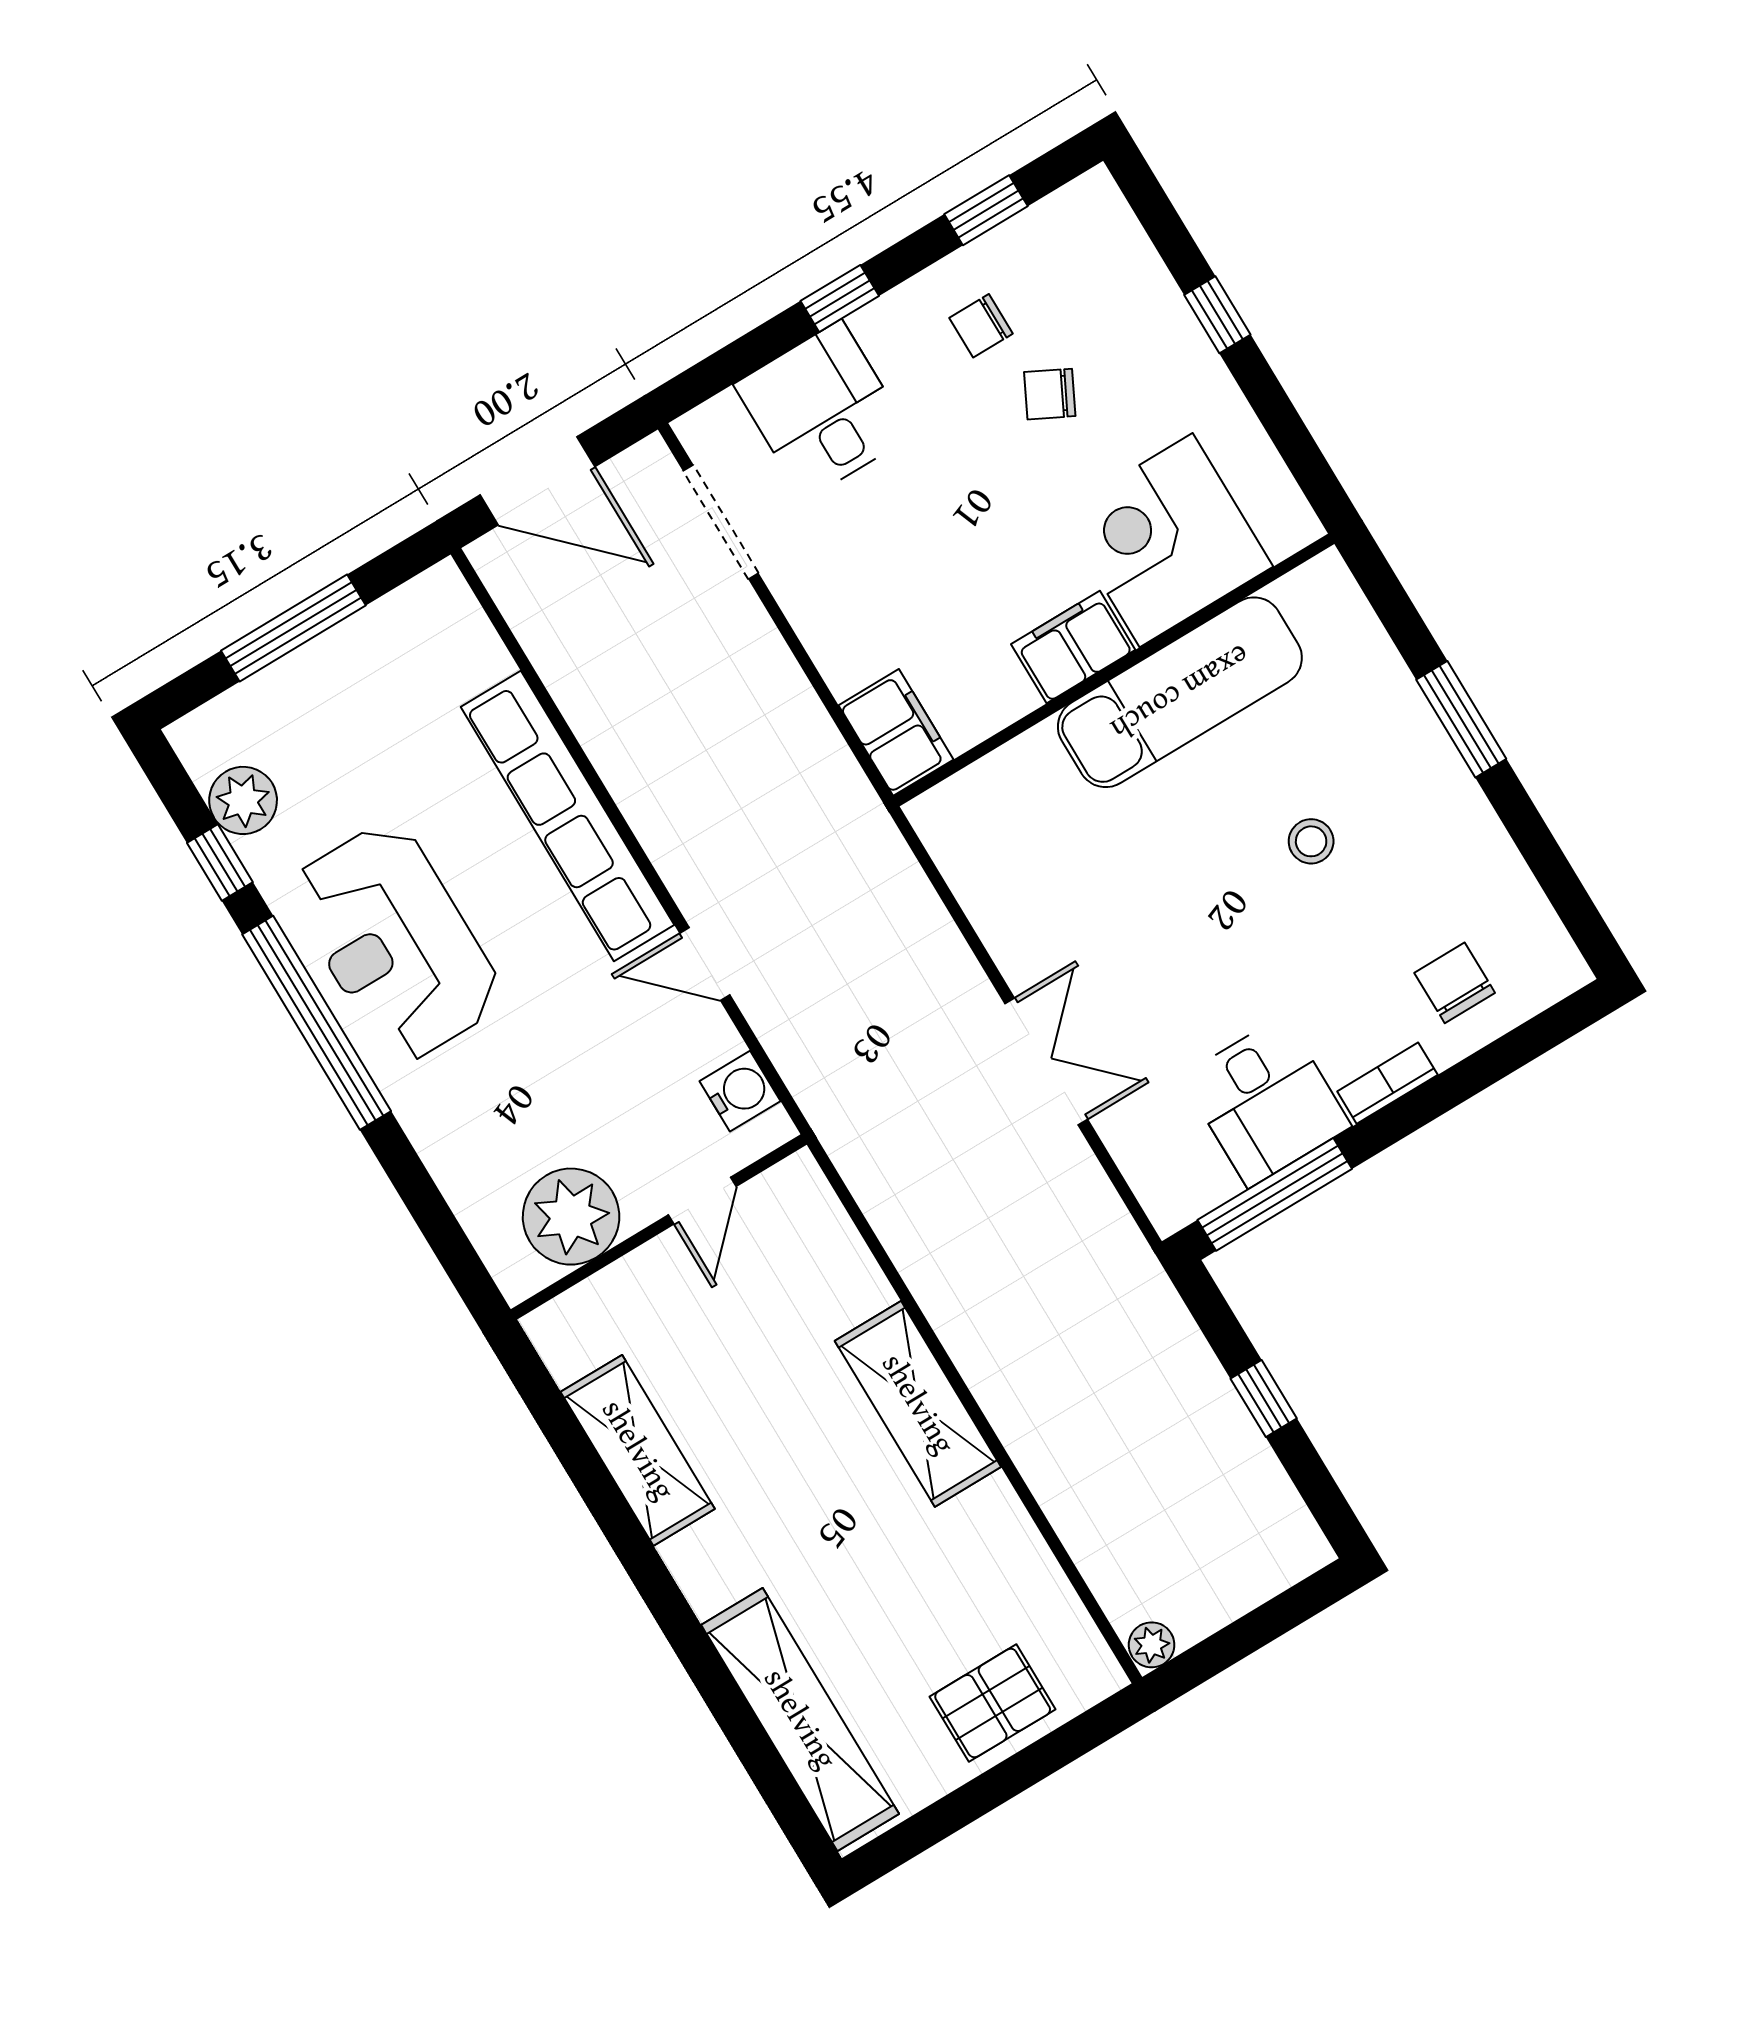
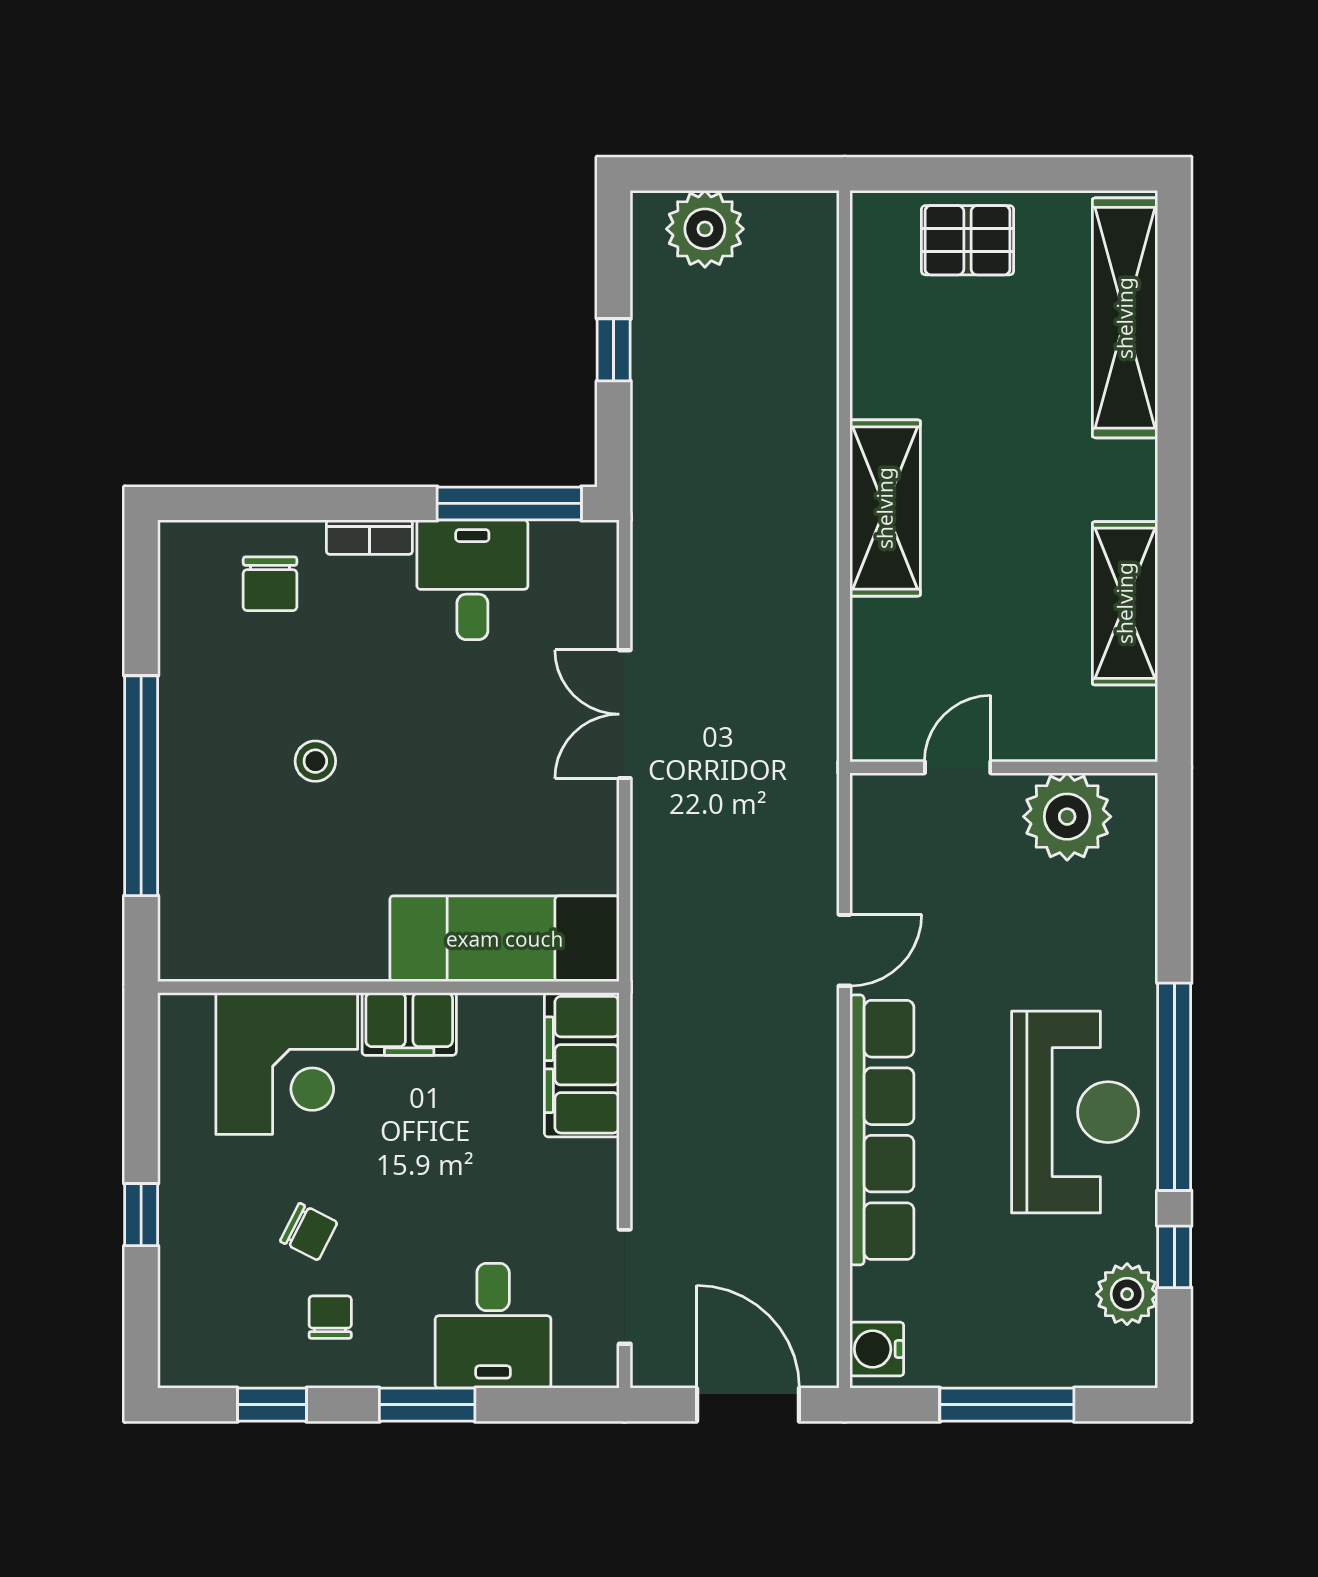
window: (840, 298) -> (427, 1405), width x1.50
chair: (981, 326) -> (330, 1317), turned -90
exam couch: (1180, 692) -> (505, 939), moved
window: (1461, 719) -> (141, 786), width x2.11
filing cabinet: (896, 732) -> (582, 1065), width x1.50, depth x1.17
door: (705, 964) -> (845, 950), hinge flipped
water cooler: (740, 1091) -> (877, 1349), moved
plant: (1152, 1645) -> (705, 229), moved, width x1.87, depth x1.87

